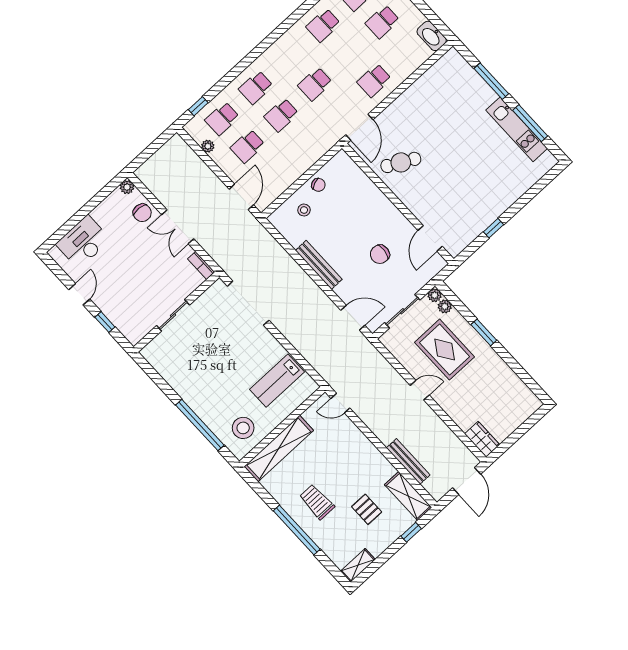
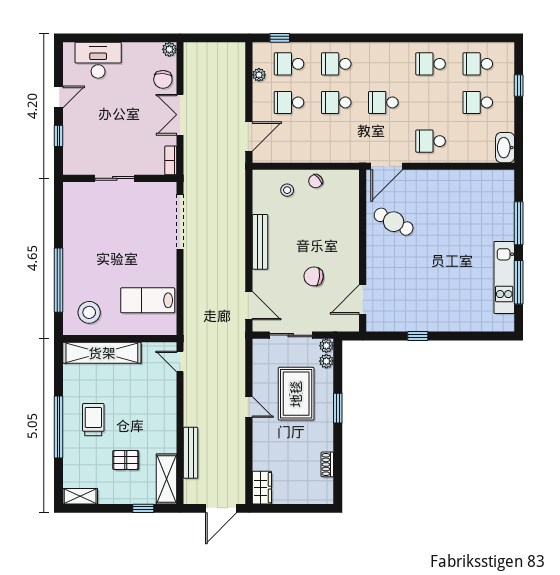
chair: (318, 185) -> (316, 181), turned 72
shoe rack: (514, 380) -> (327, 464), added
pallet: (367, 509) -> (126, 460), turned 90

